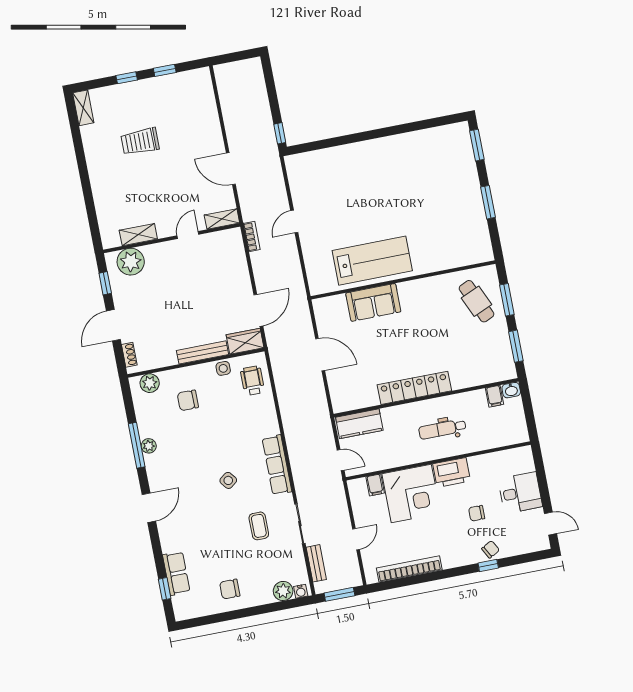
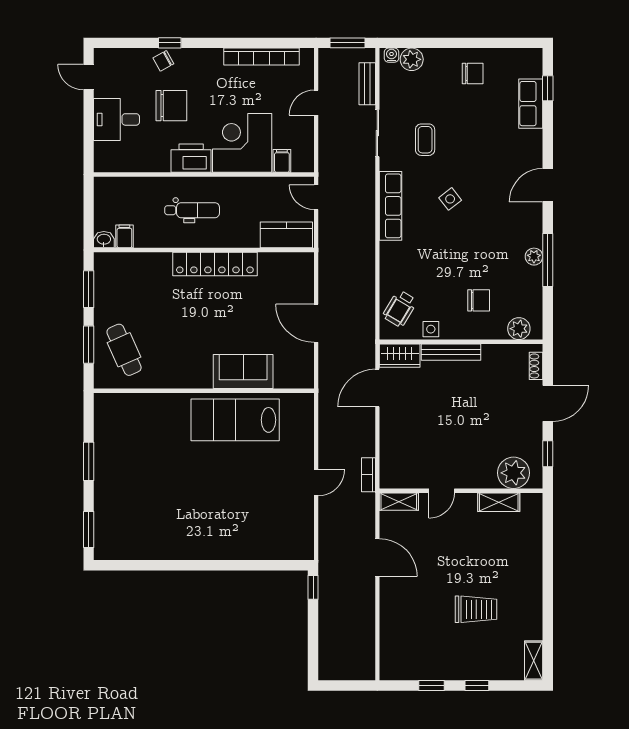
wheelchair: (252, 381) -> (400, 309), turned 31
chair: (477, 513) -> (171, 106), width x1.87, depth x1.87

